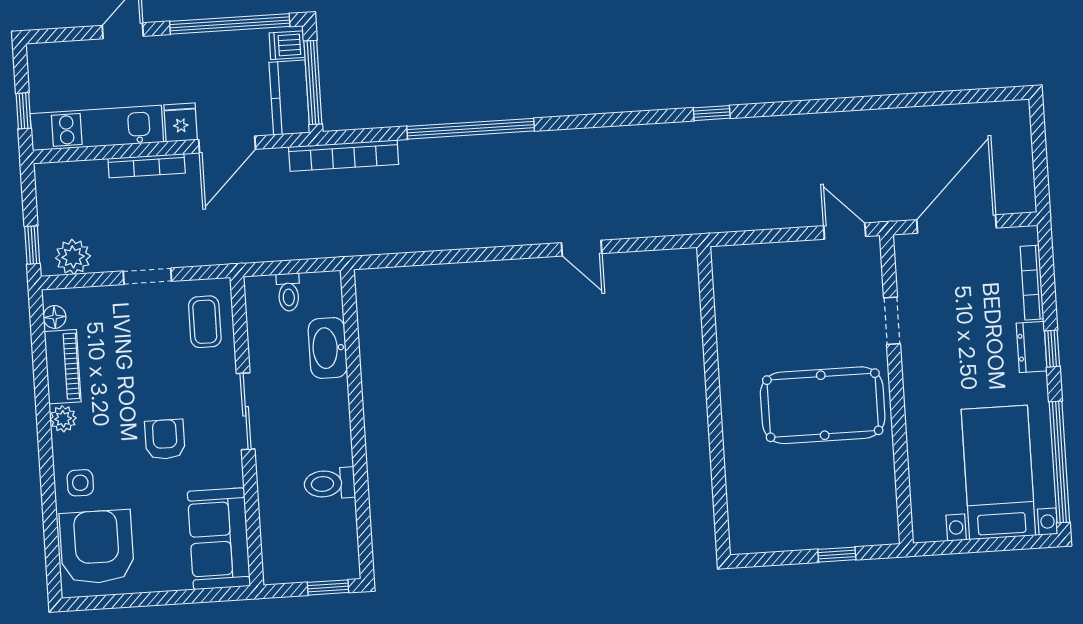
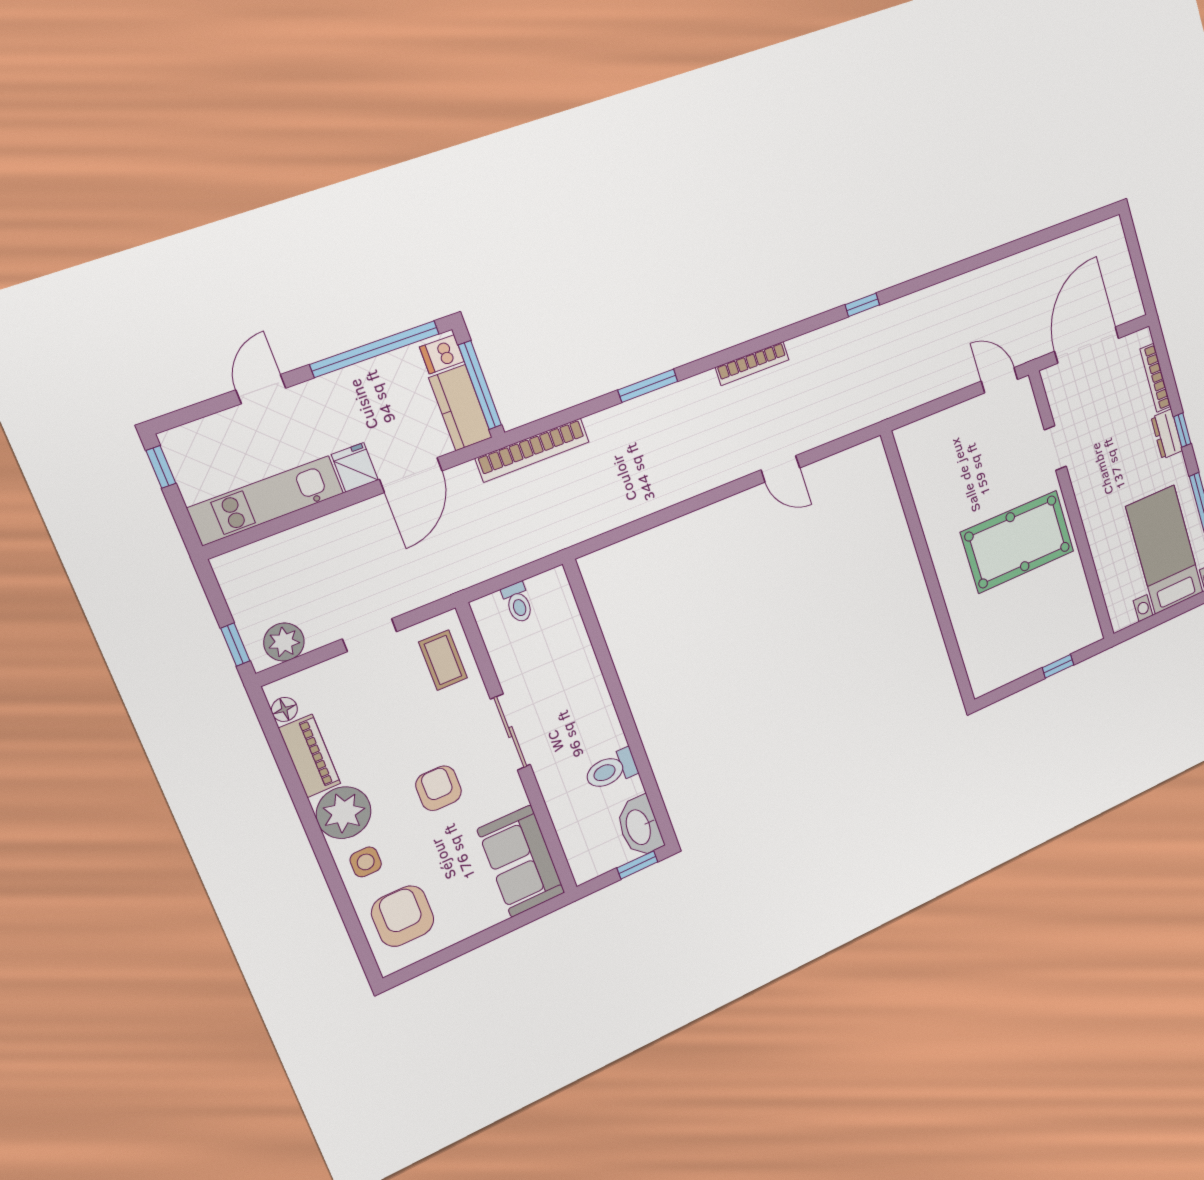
window: (24, 111) -> (161, 467), moved
window: (471, 129) -> (648, 386), width x0.47
bookcase: (147, 166) -> (752, 363), moved
washbasin: (328, 348) -> (639, 827), moved
plant: (63, 419) -> (344, 813), width x1.87, depth x1.87
armchair: (97, 547) -> (403, 916), width x0.73, depth x0.73

